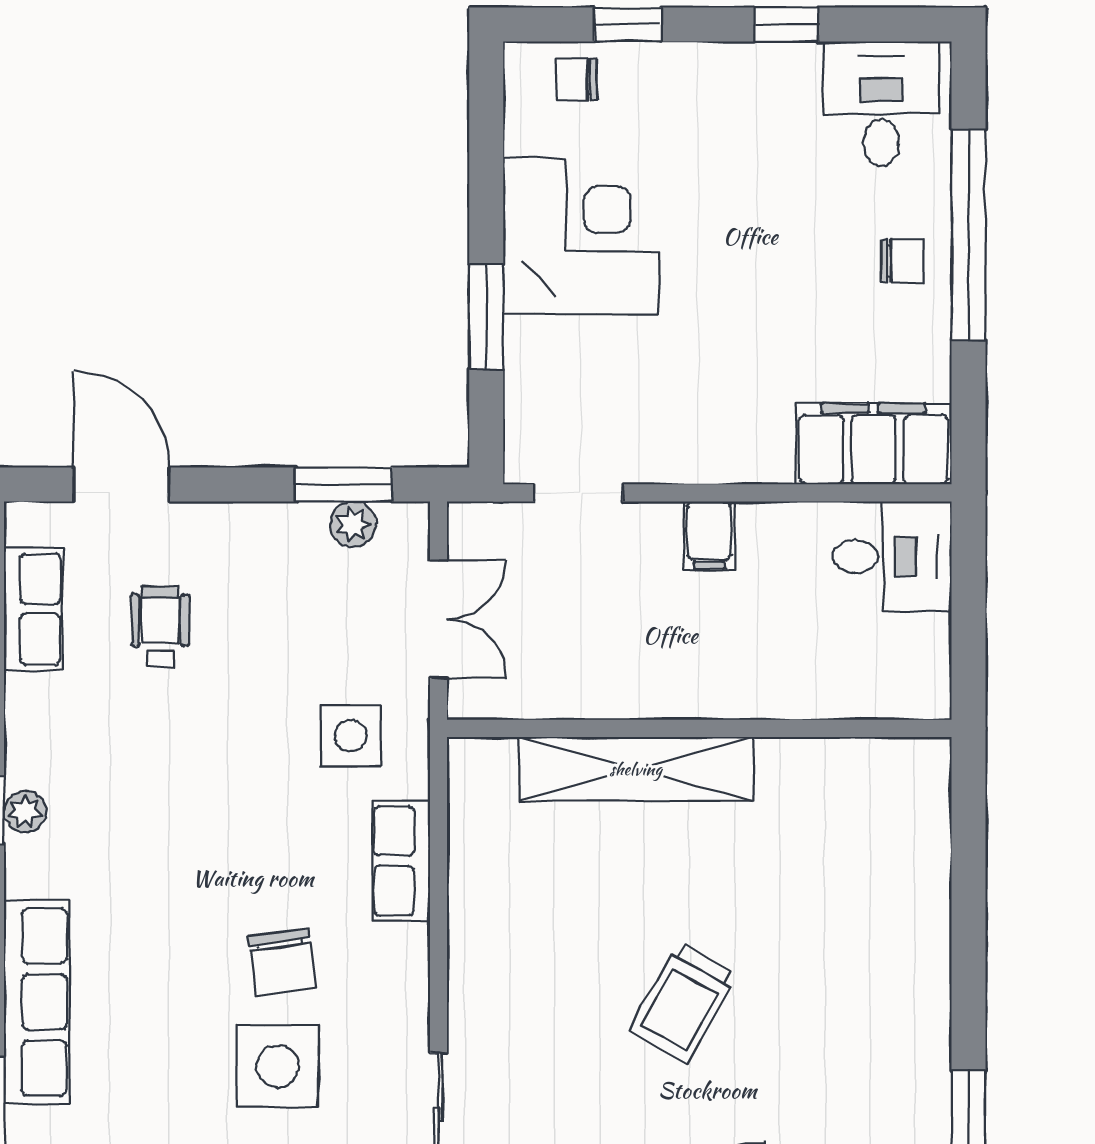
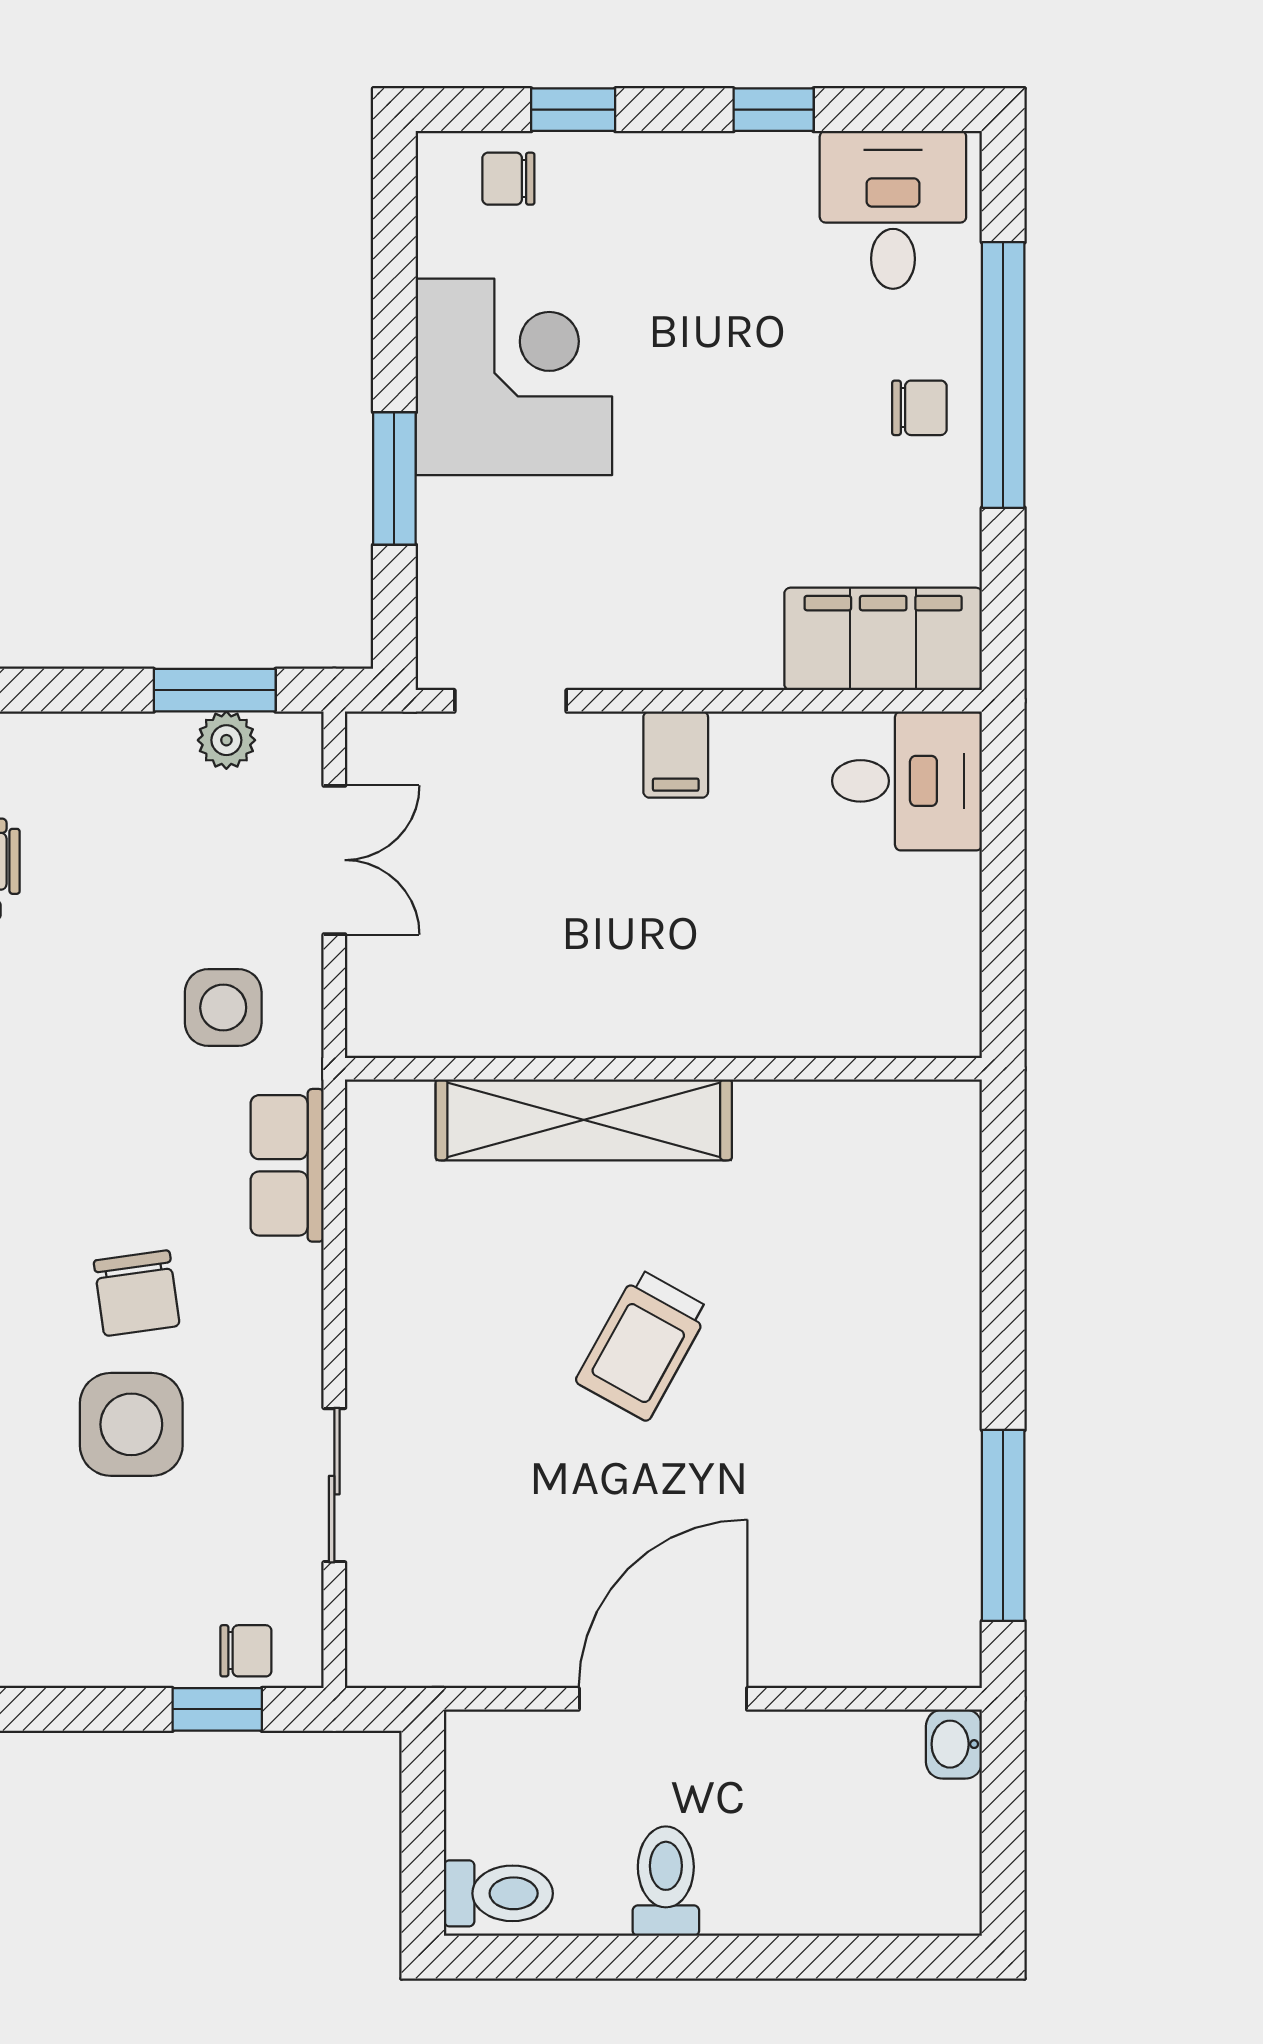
wall: (699, 728) -> (663, 1069), moved
shelving: (636, 769) -> (584, 1120), moved

